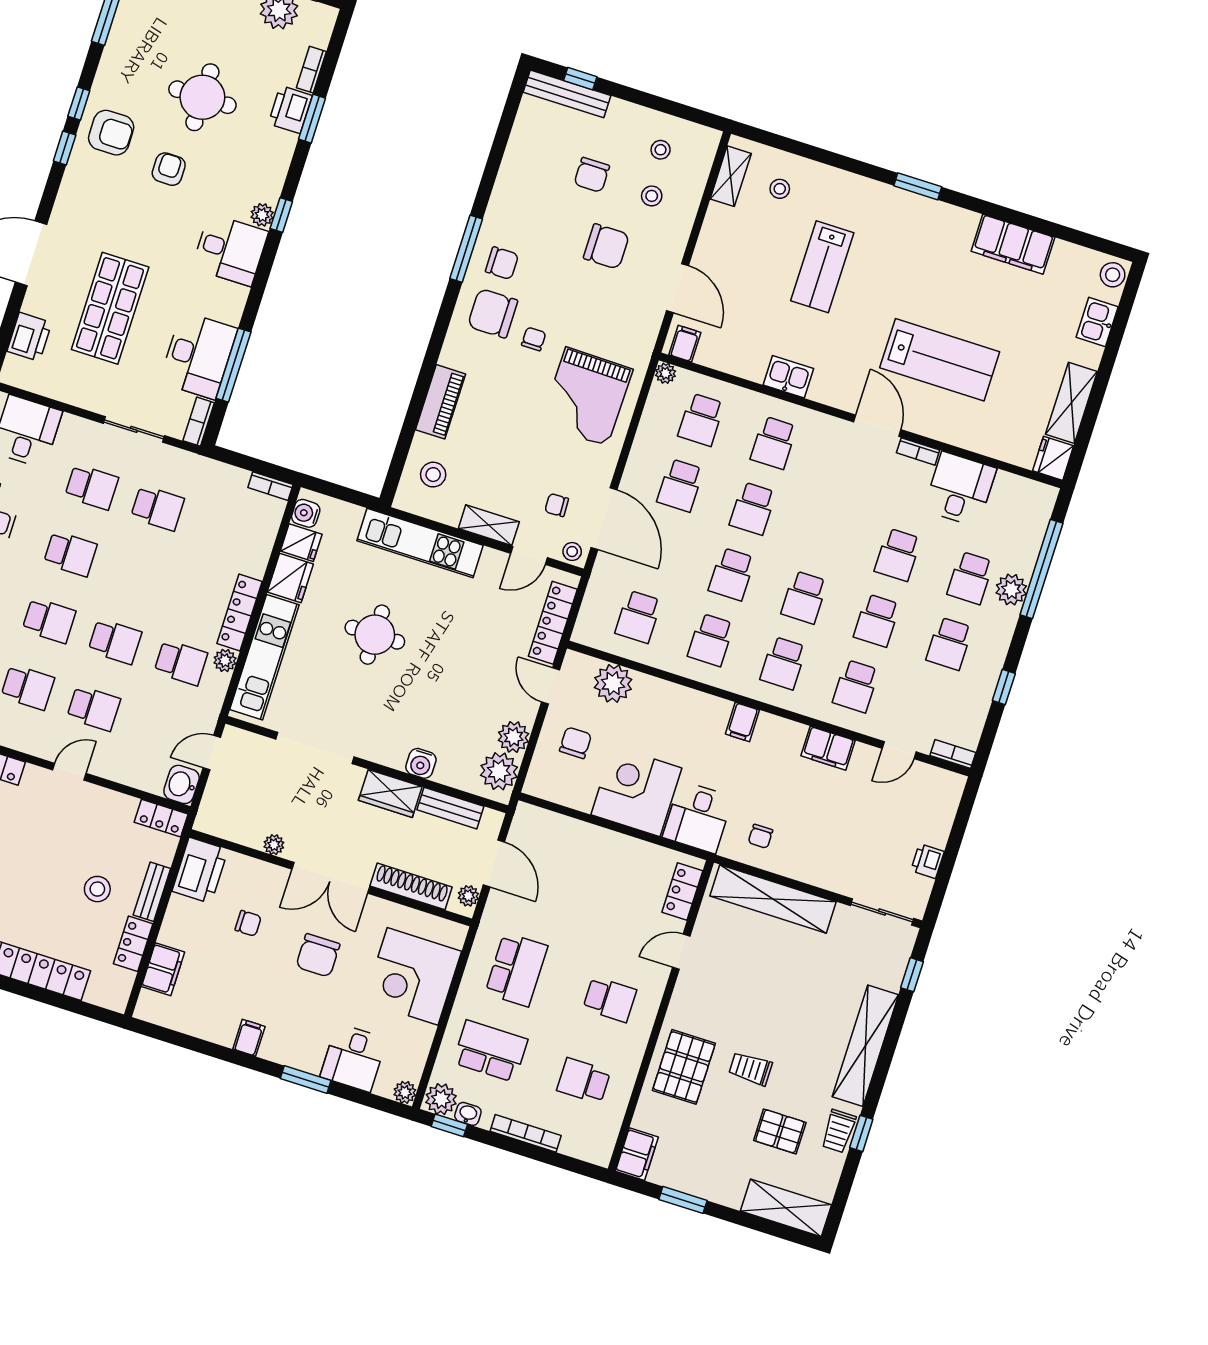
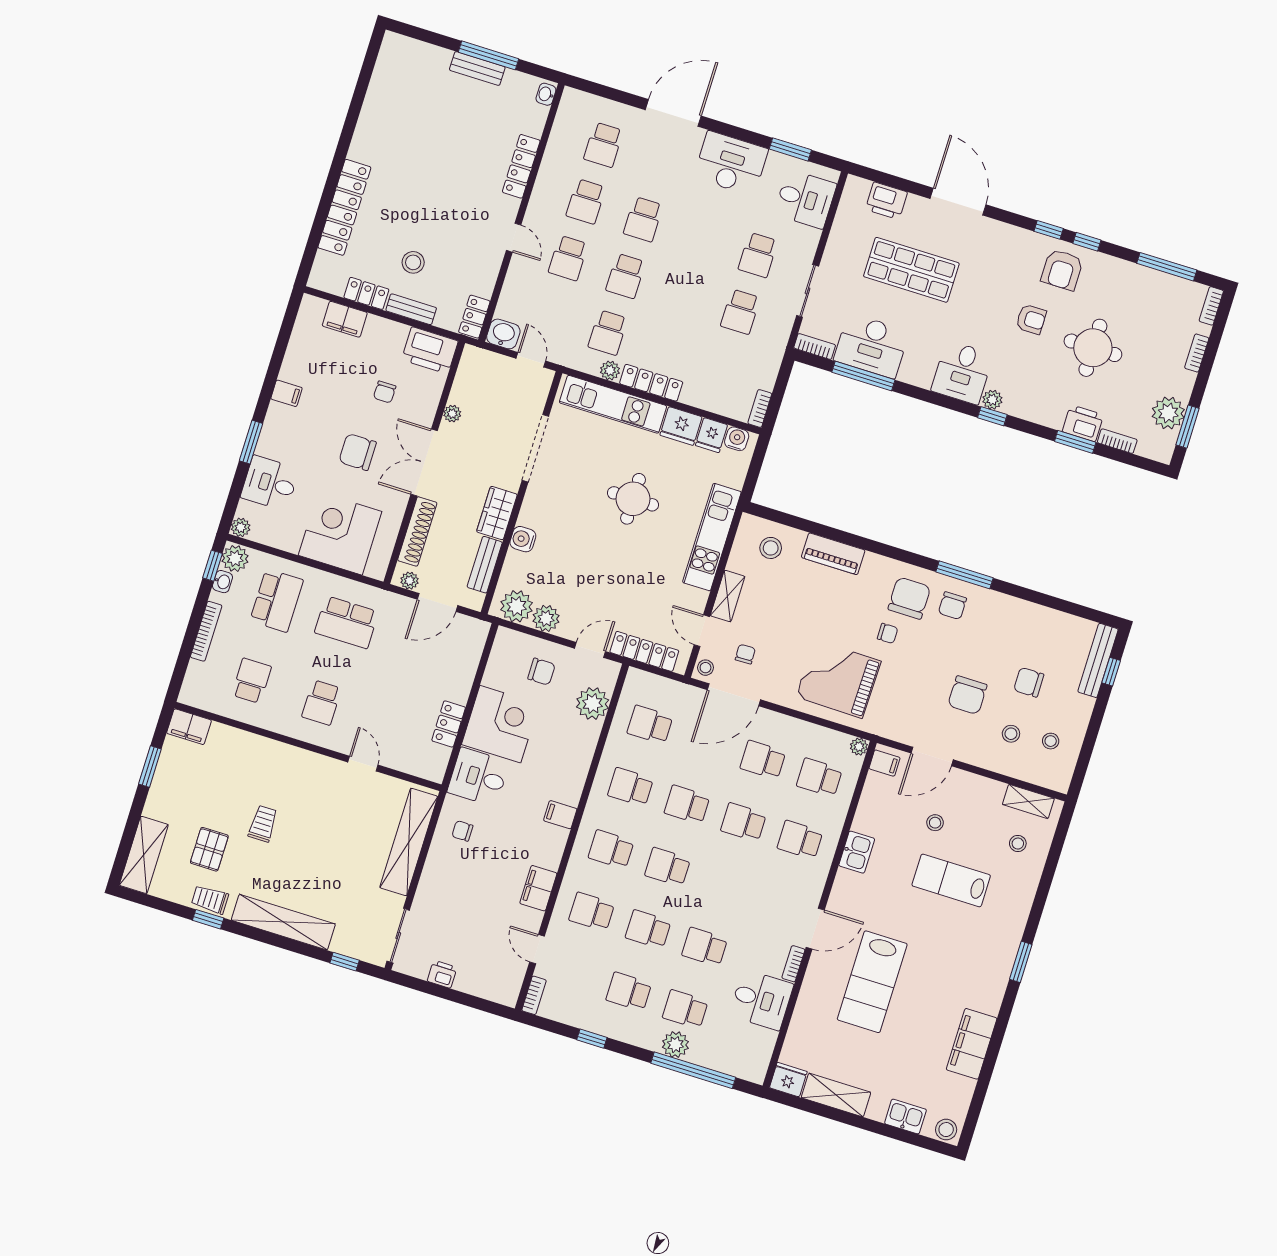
stool: (755, 285) -> (935, 823), added
school desk: (70, 554) -> (701, 237), removed
locker: (682, 892) -> (449, 724), moved, turned -90
pallet: (684, 1067) -> (264, 767), removed

